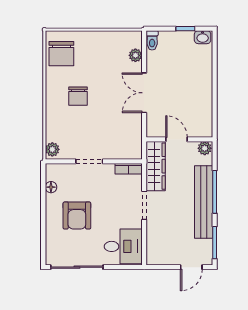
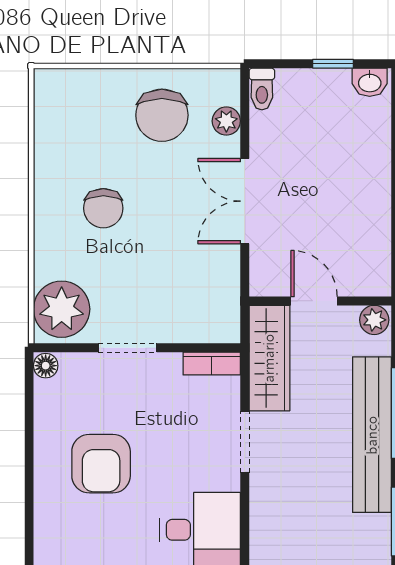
chair: (61, 54) -> (162, 115), moved
plant: (52, 149) -> (62, 309), width x1.87, depth x1.87
floor lamp: (51, 187) -> (46, 366), moved

